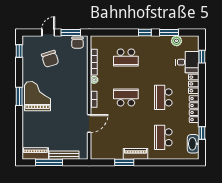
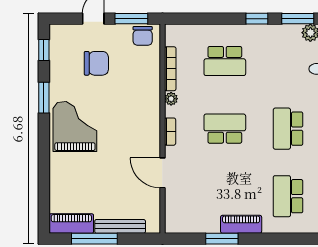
chair: (50, 59) -> (96, 63), turned -73
window: (19, 96) -> (44, 98), moved
door: (89, 124) -> (162, 173), swing flipped

